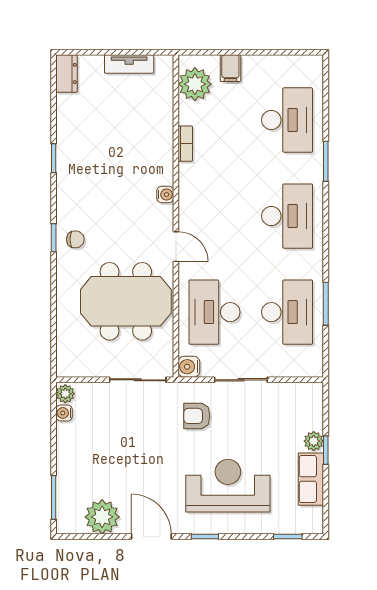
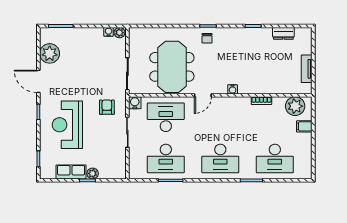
dresser: (67, 73) -> (283, 33), moved
reception desk: (228, 486) -> (67, 125), turned 180
door: (151, 537) -> (38, 81), swing flipped

